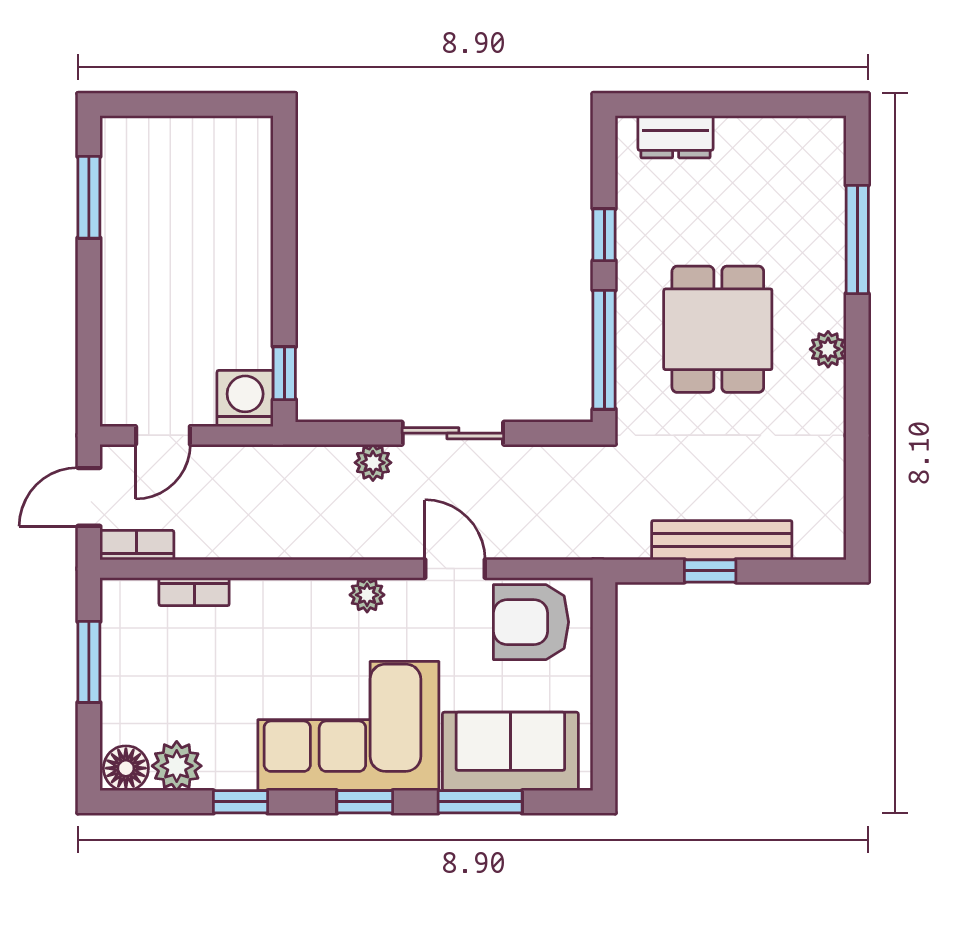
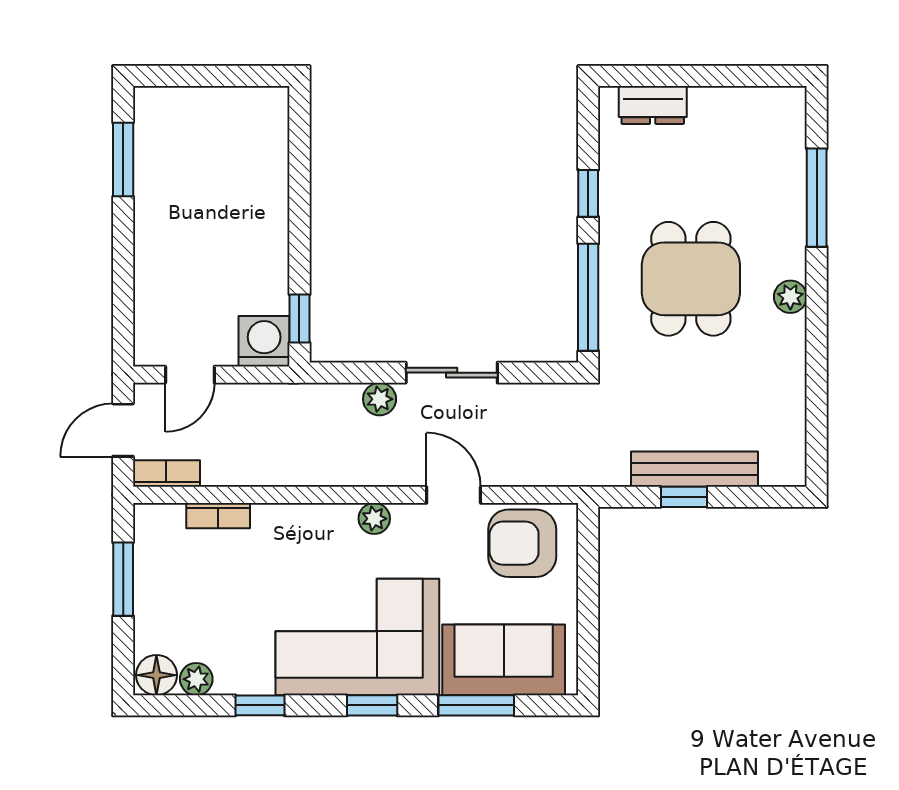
plant: (177, 766) -> (196, 679), width x0.73, depth x0.73

